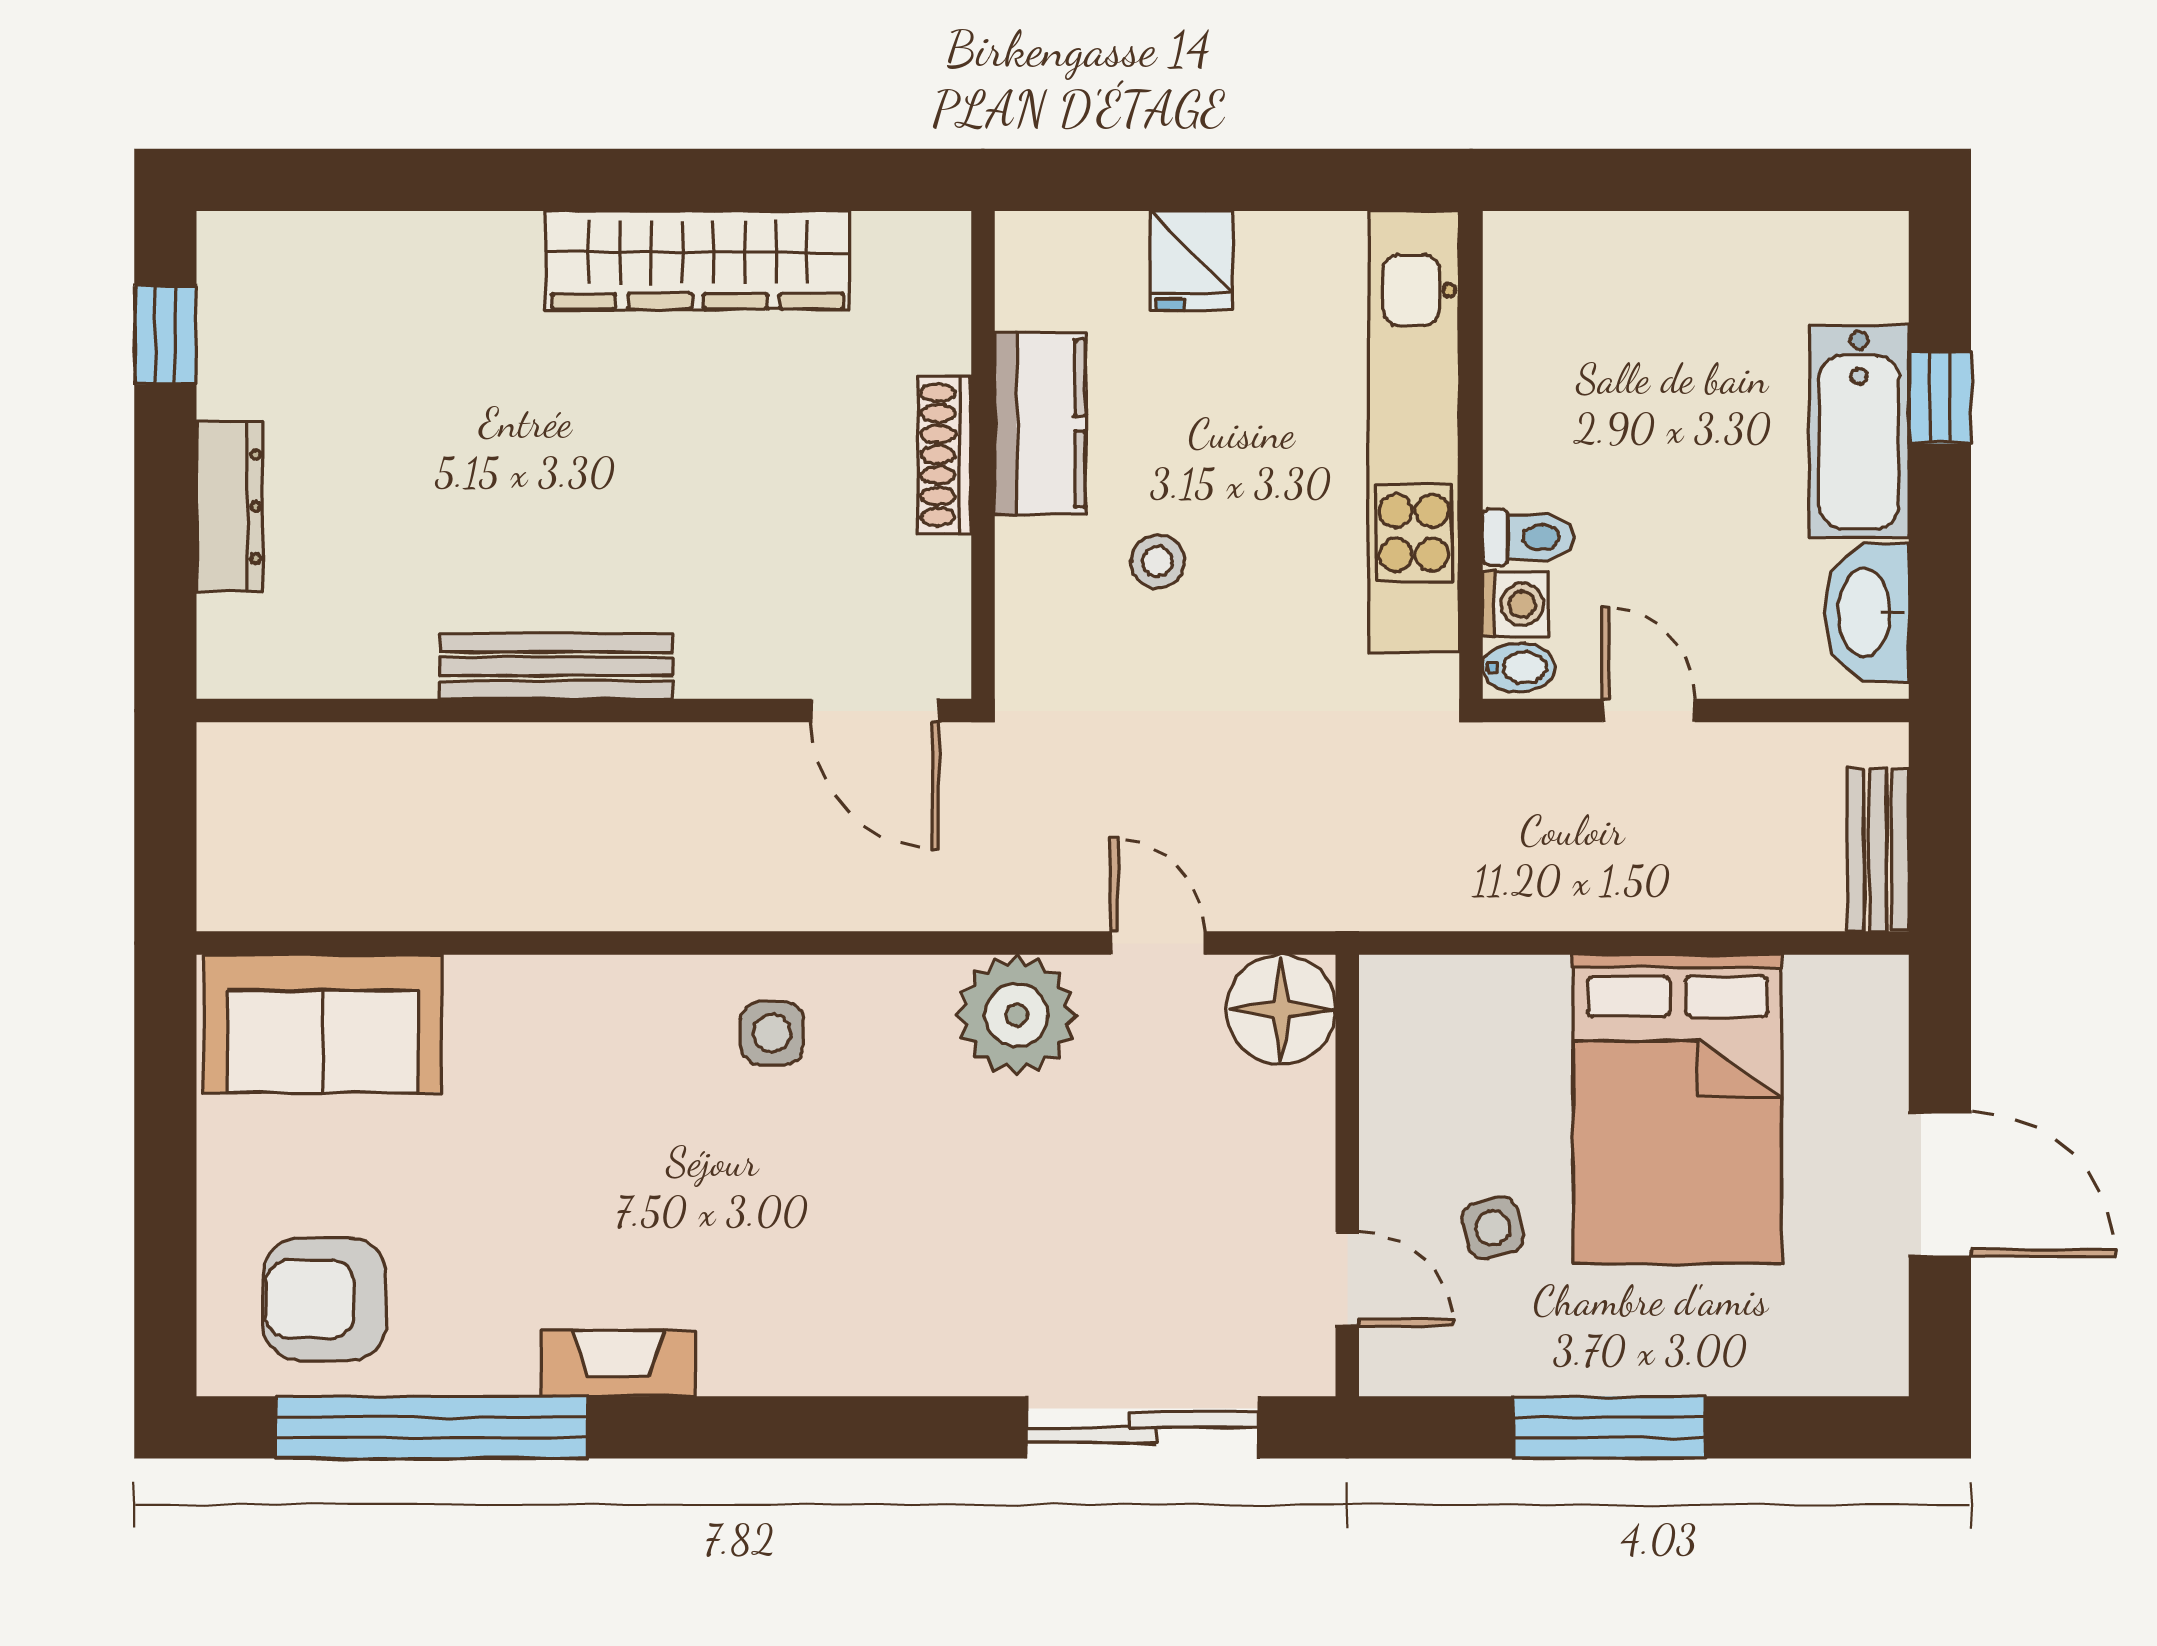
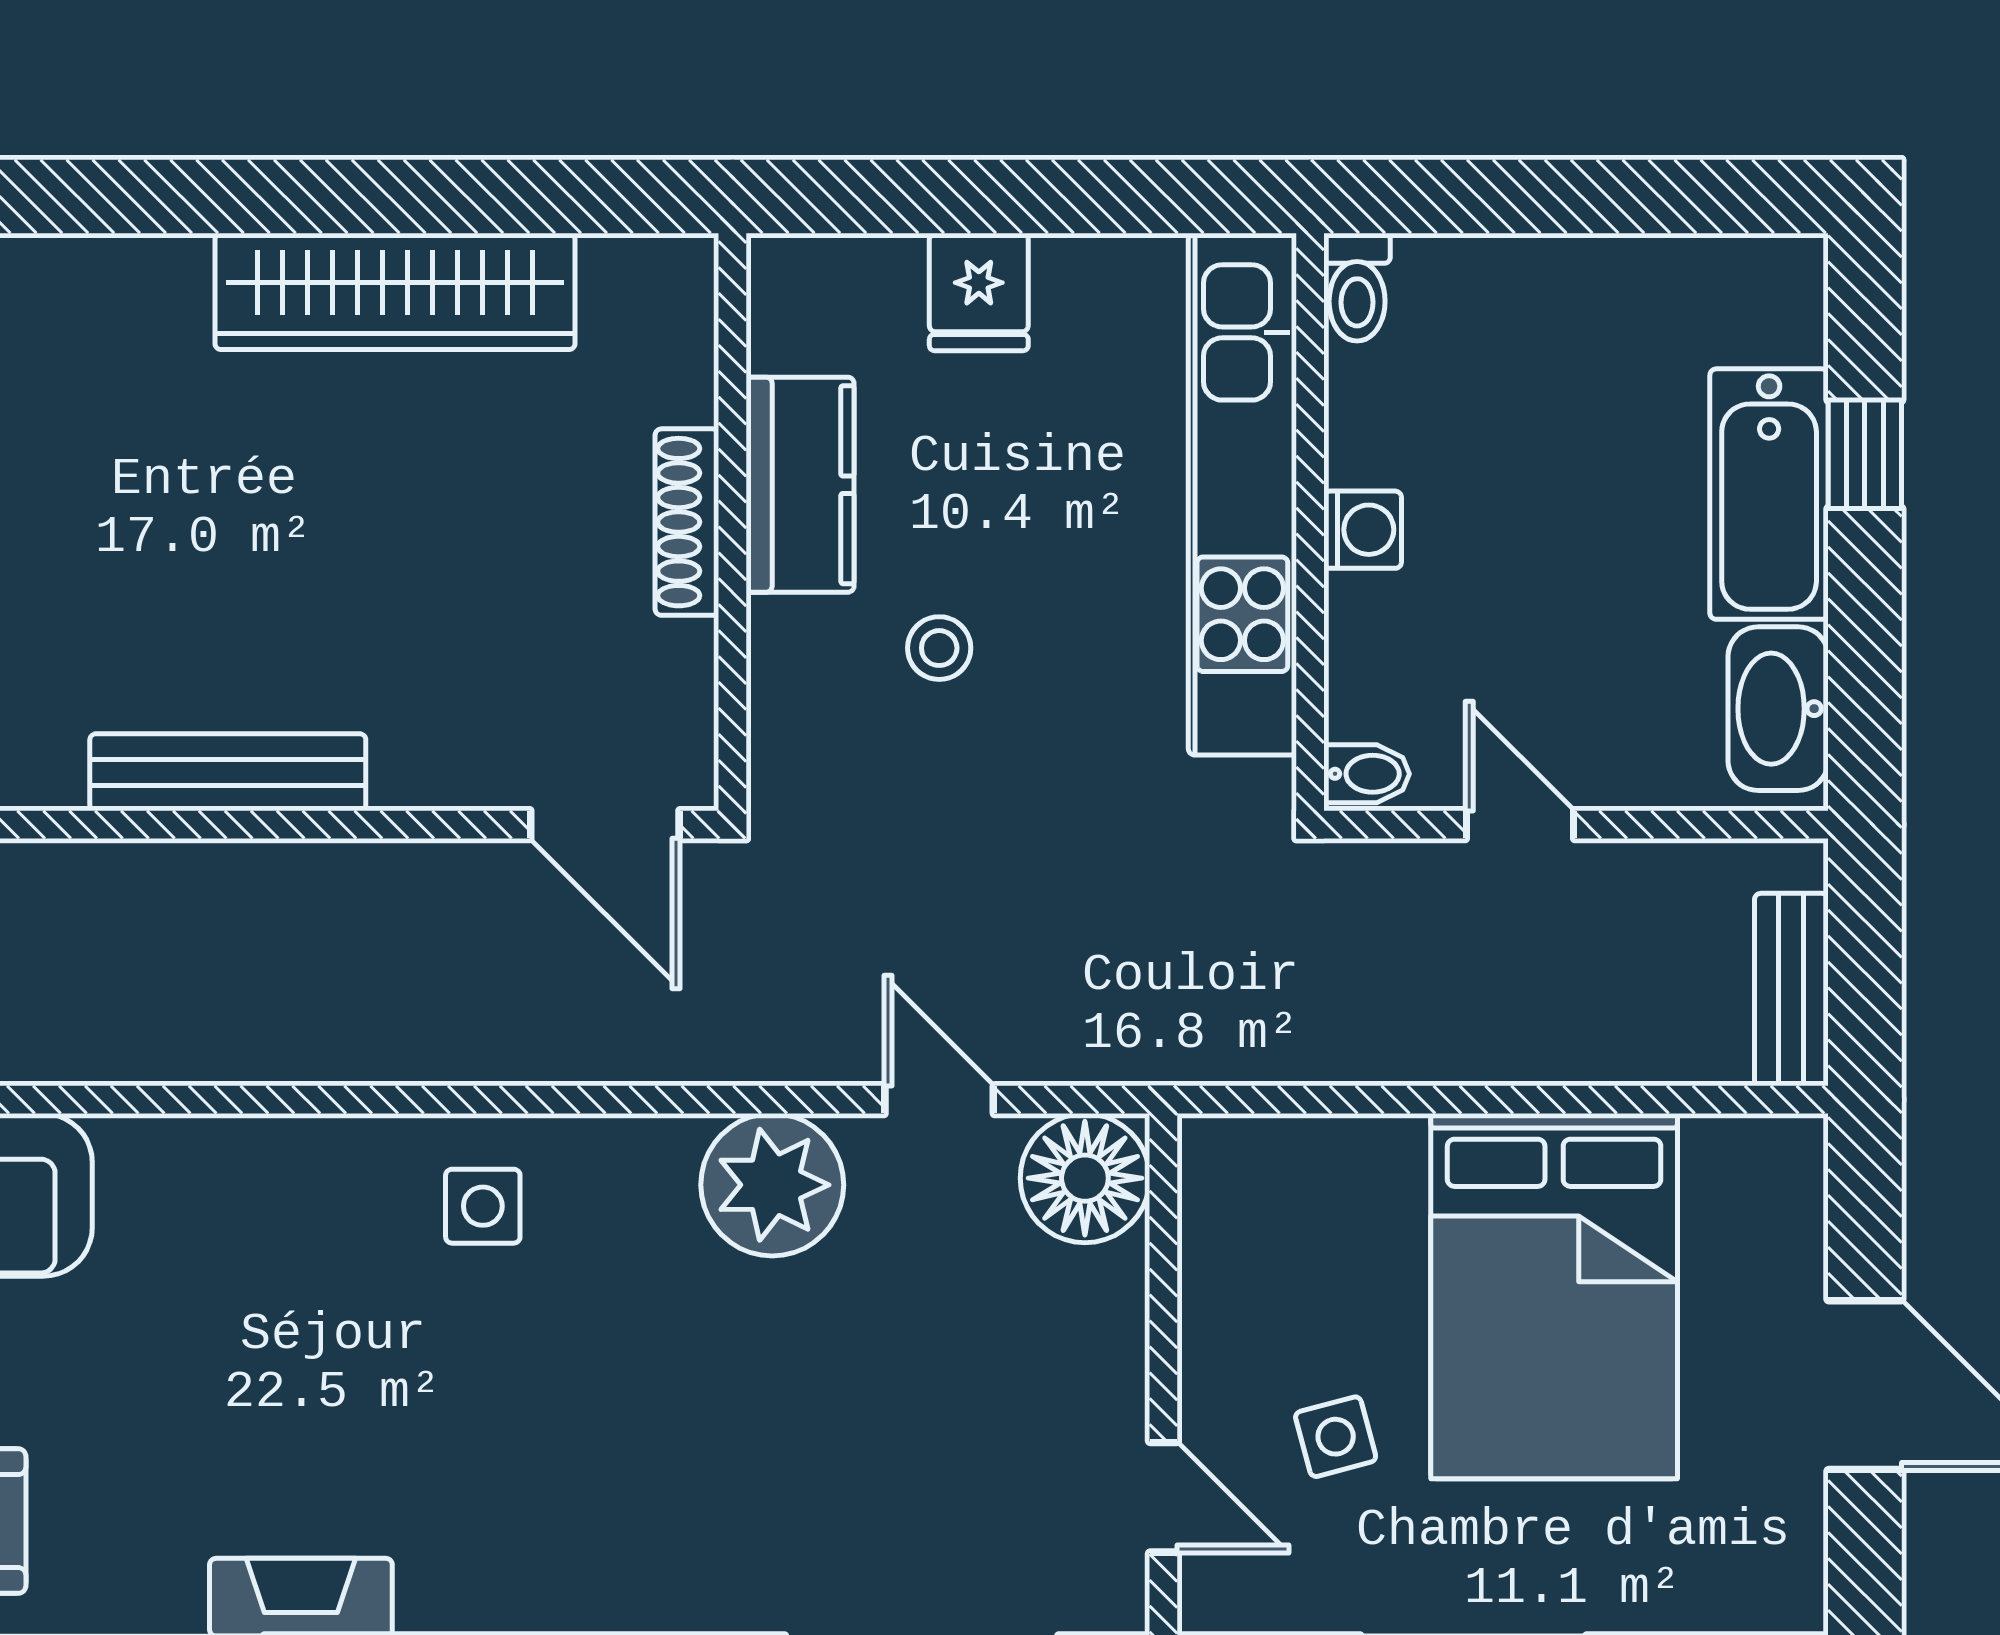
toilet: (1528, 537) -> (1357, 287), moved, turned 90
washing machine: (1515, 604) -> (1363, 530), moved

